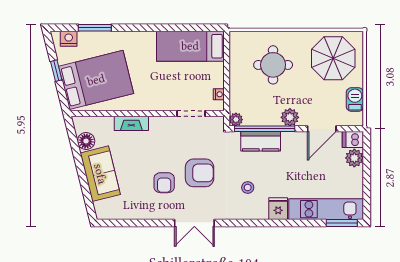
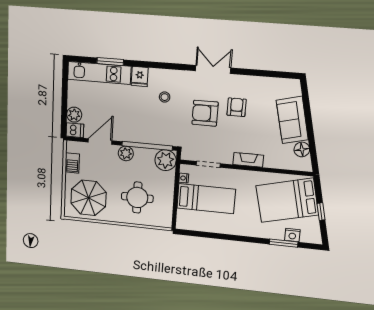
nightstand: (69, 39) -> (292, 235), moved
bed: (190, 46) -> (206, 199), moved
plant: (236, 120) -> (166, 160), width x1.88, depth x1.88
fireplace: (131, 123) -> (248, 160), moved
kitchen counter: (261, 141) -> (151, 136), removed
window: (342, 223) -> (110, 62), moved

